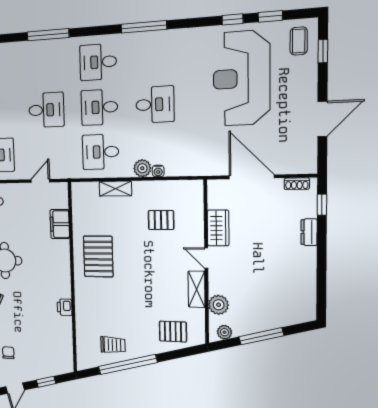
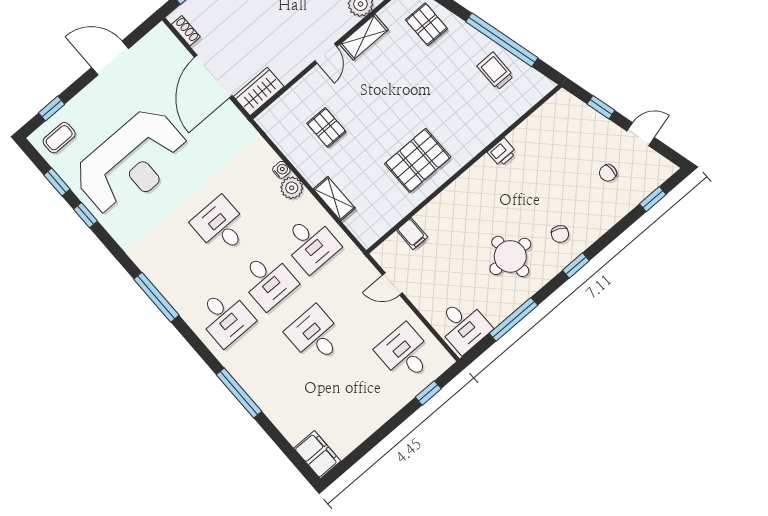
filing cabinet: (60, 224) -> (412, 234), width x0.50
wardrobe: (218, 228) -> (259, 91), moved

